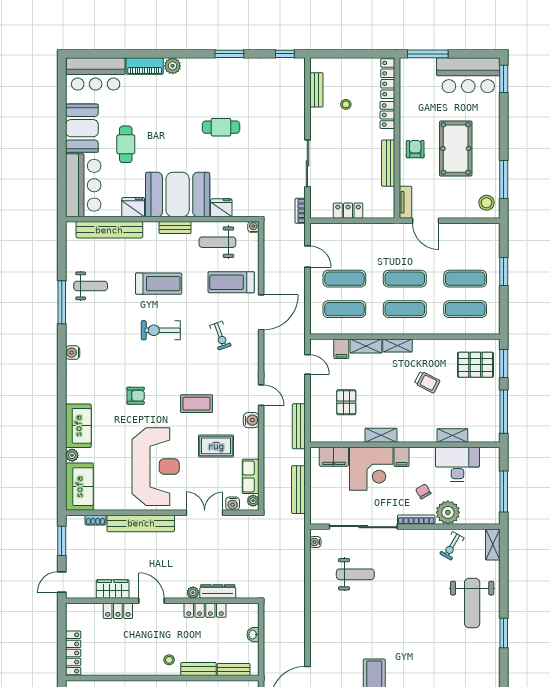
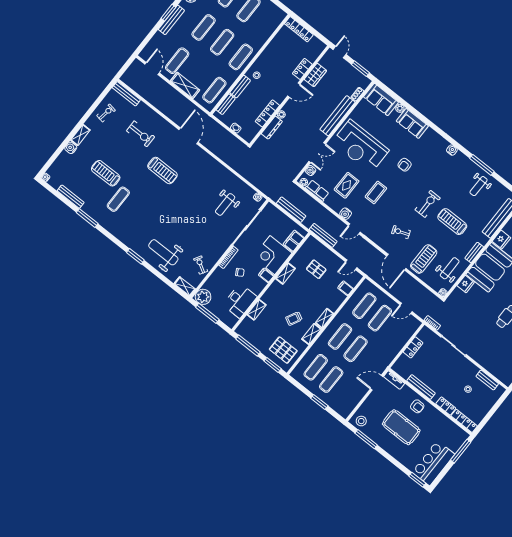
treadmill: (159, 284) -> (452, 222), turned 90
shelving: (366, 346) -> (312, 334), moved
pallet: (475, 365) -> (283, 350), turned 90
plant: (448, 512) -> (203, 297), moved

